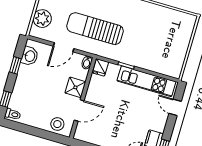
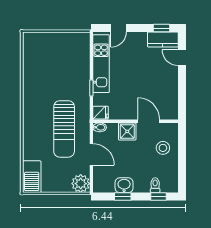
plant: (42, 19) -> (81, 184), moved
washbasin: (30, 56) -> (124, 185), moved
toilet: (13, 114) -> (155, 185), moved
stool: (57, 124) -> (163, 148), moved

